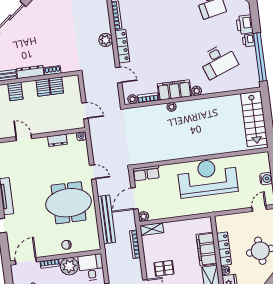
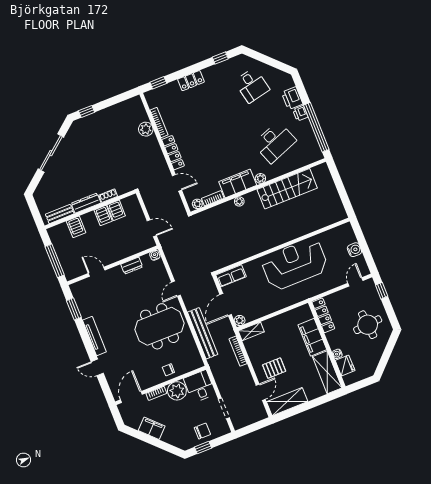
plant: (106, 40) -> (146, 129), moved
stairs: (254, 119) -> (287, 189), moved, turned -90
door: (93, 172) -> (176, 289), swing flipped
locker: (224, 249) -> (323, 315), moved

